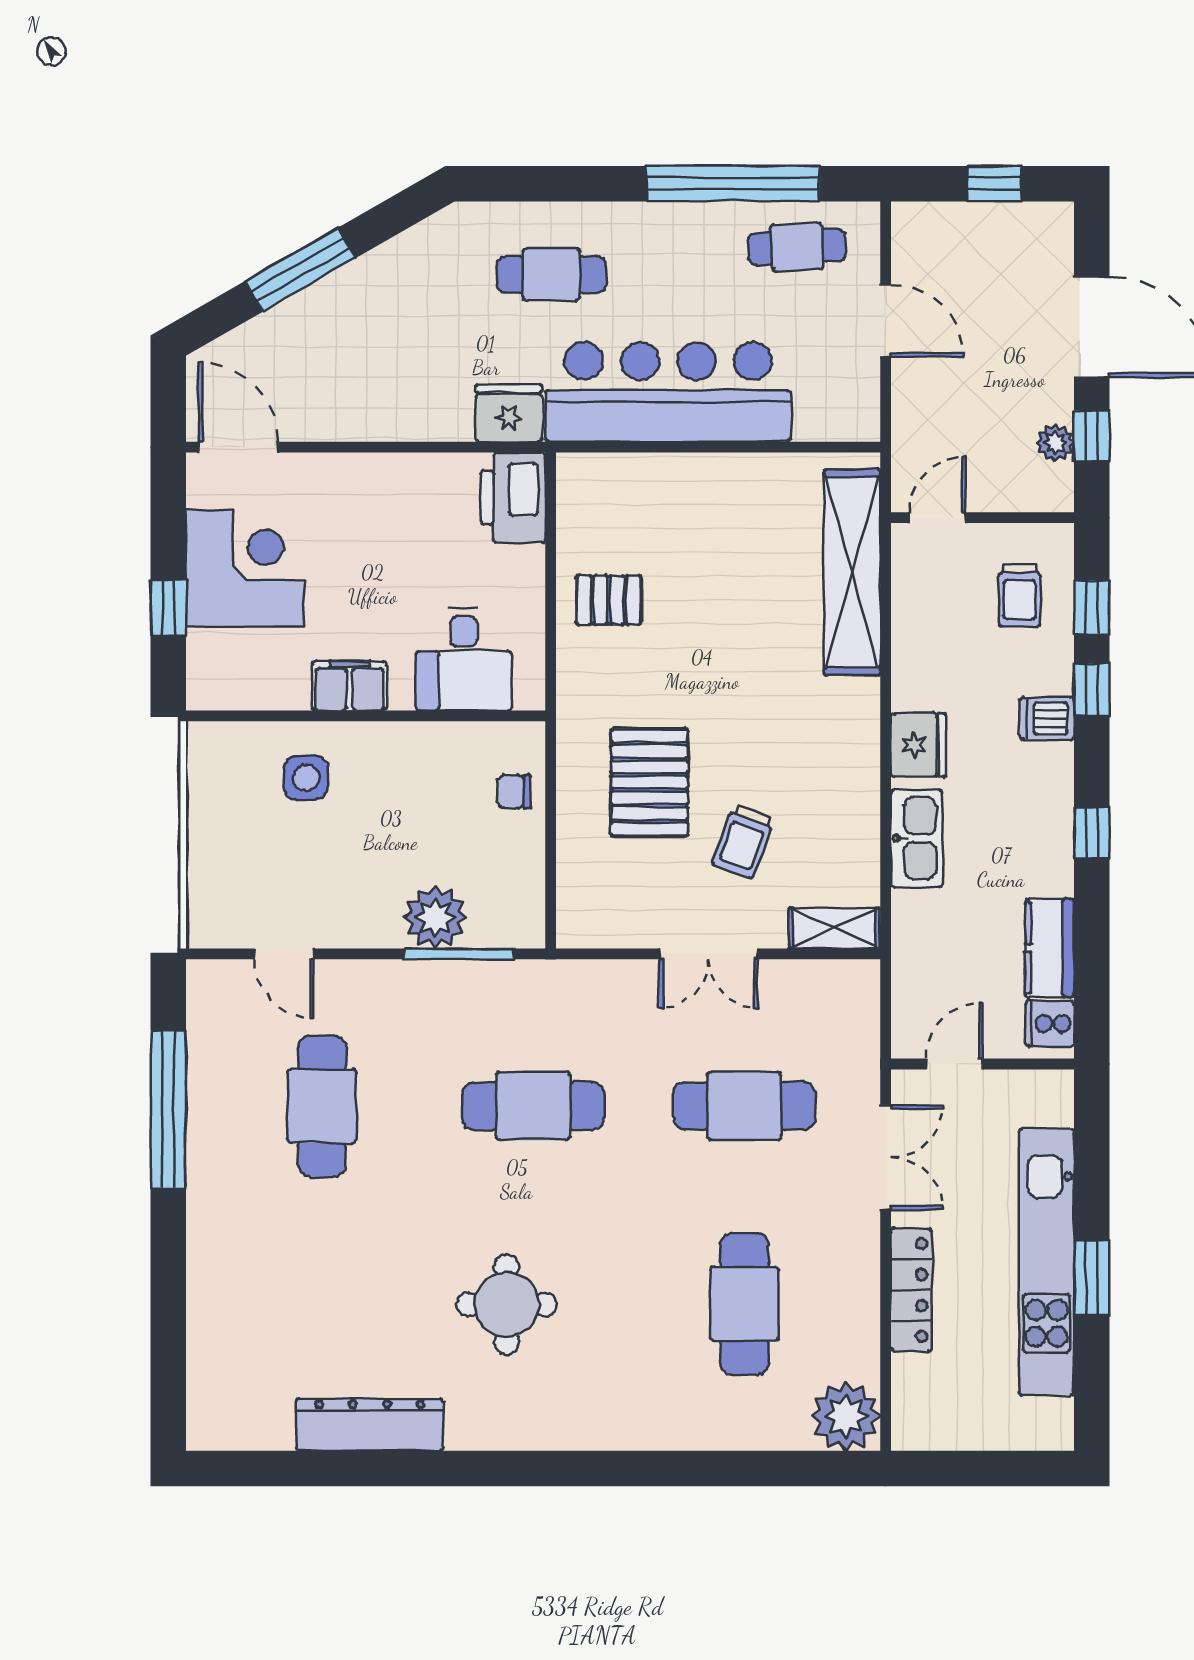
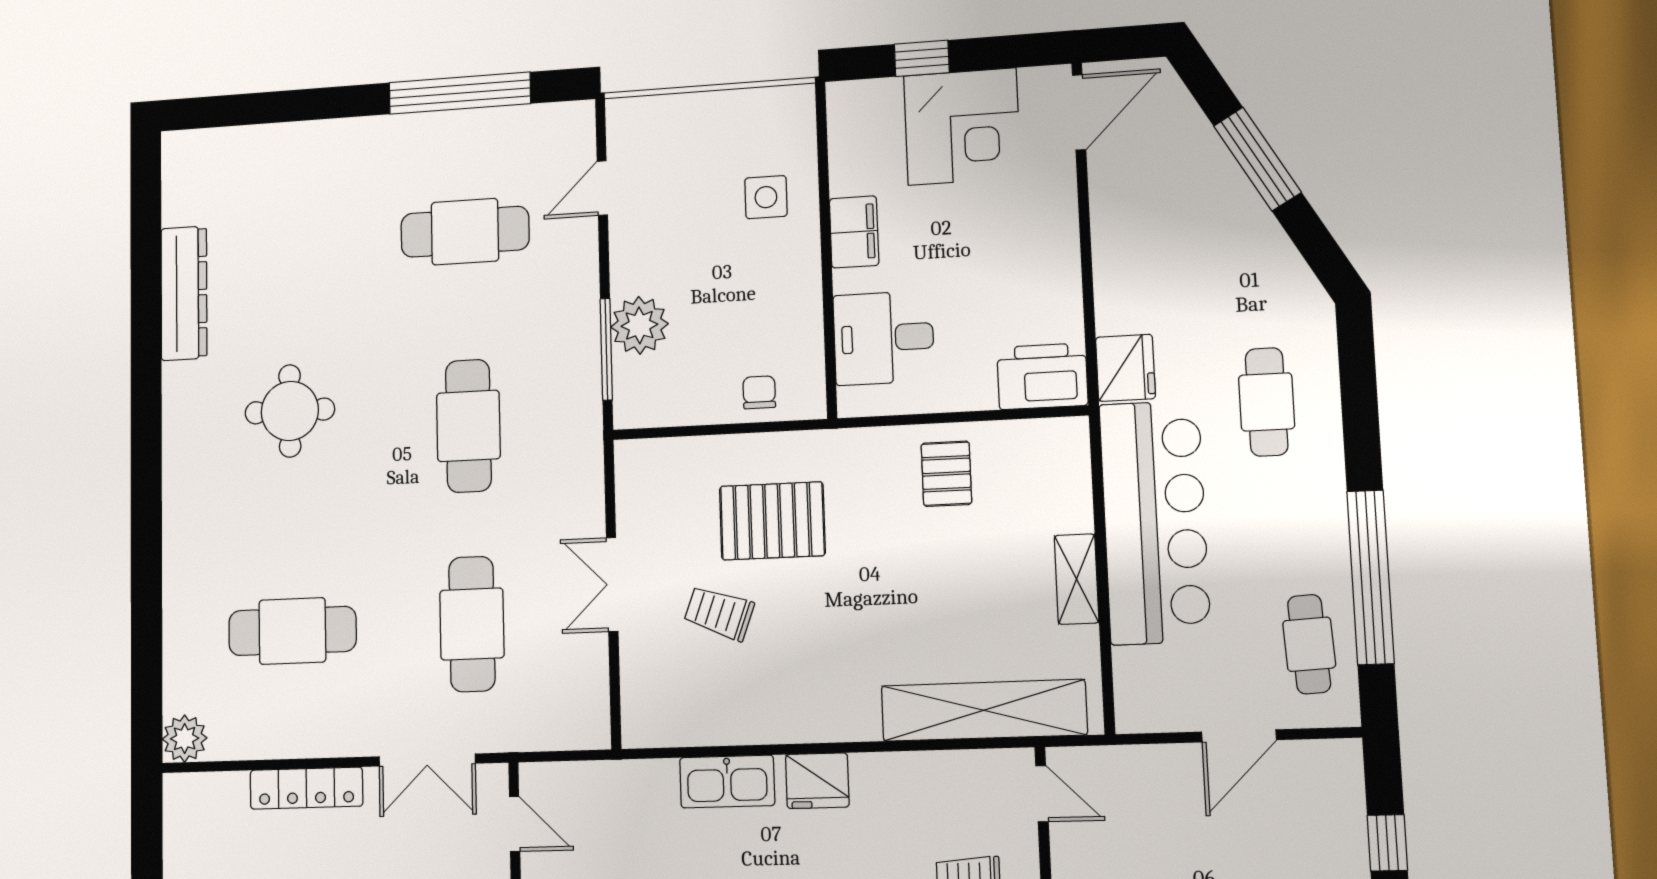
shelving: (834, 928) -> (1077, 579), moved
plant: (846, 1416) -> (185, 738), width x0.73, depth x0.73

